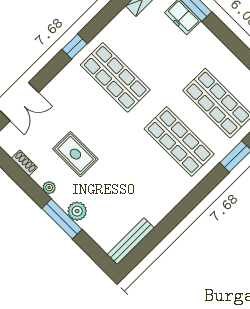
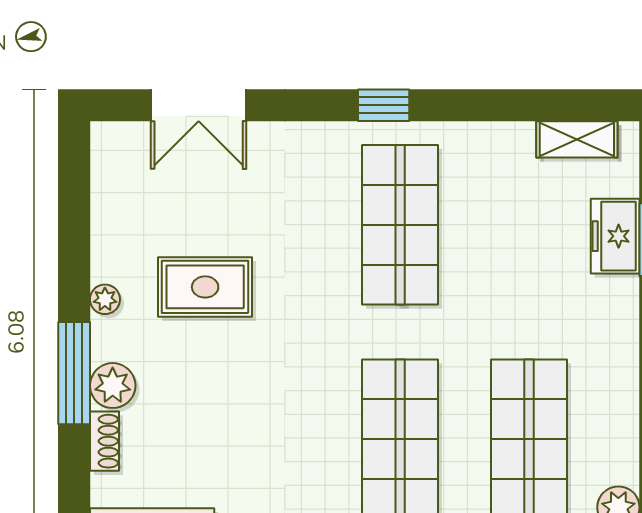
rug: (75, 154) -> (205, 287), turned 90
shoe rack: (24, 163) -> (104, 441), moved

